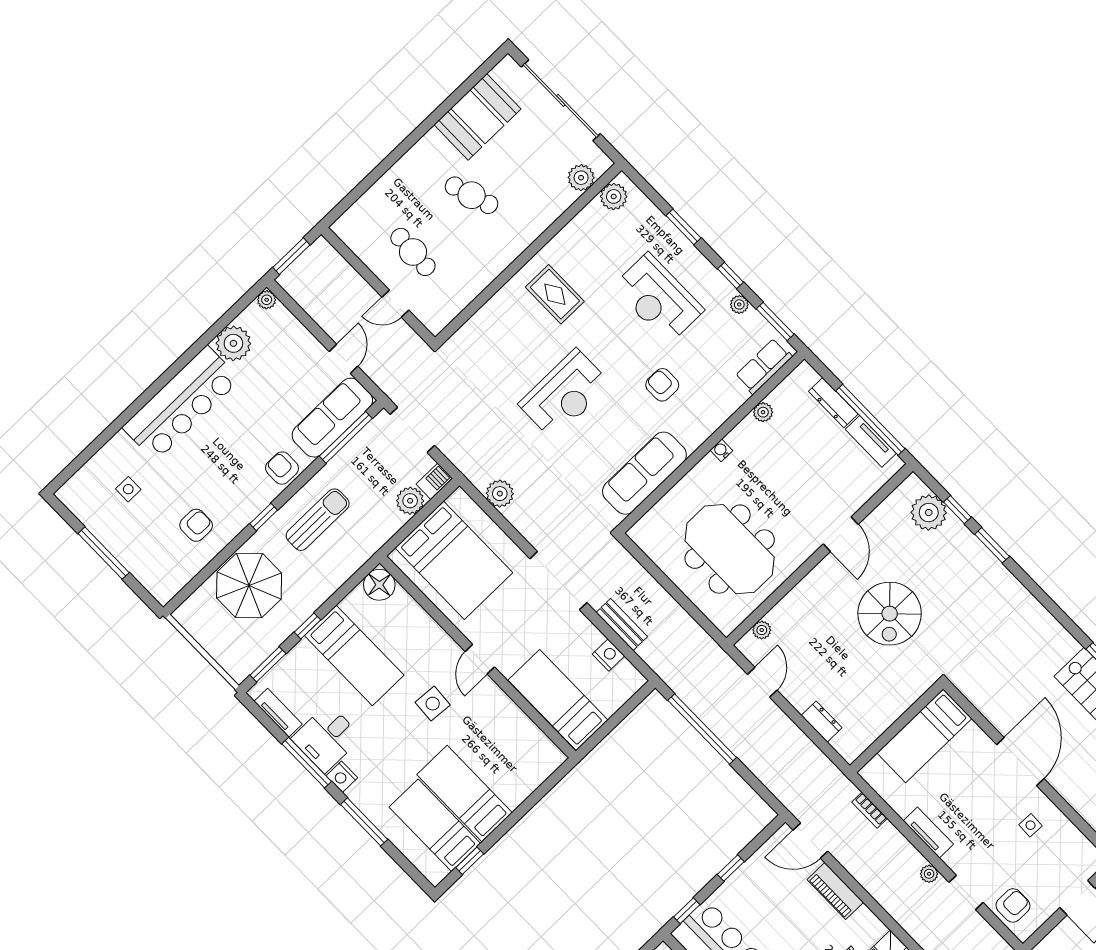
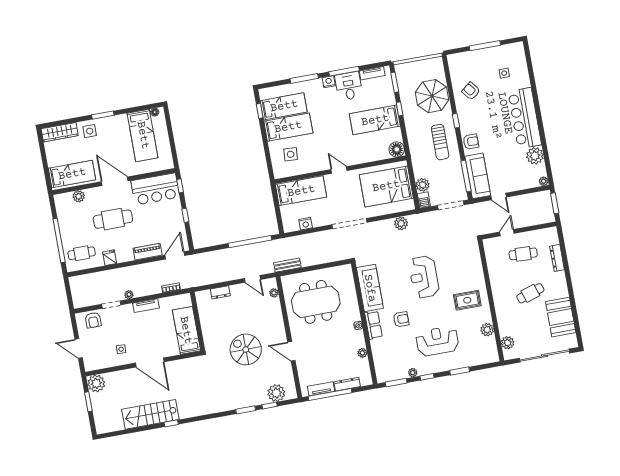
dresser: (381, 190) -> (557, 258), added
plant: (614, 196) -> (487, 330), moved
row of seats: (764, 366) -> (374, 325), moved
armchair: (196, 525) -> (471, 91), turned 142
bench: (622, 625) -> (287, 265), moved
side table: (433, 704) -> (291, 154), moved

